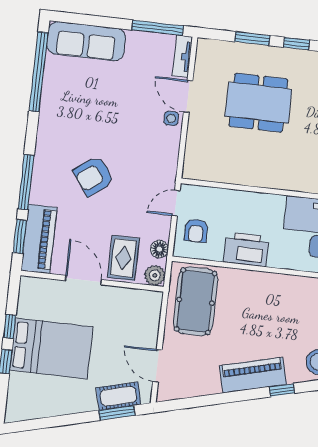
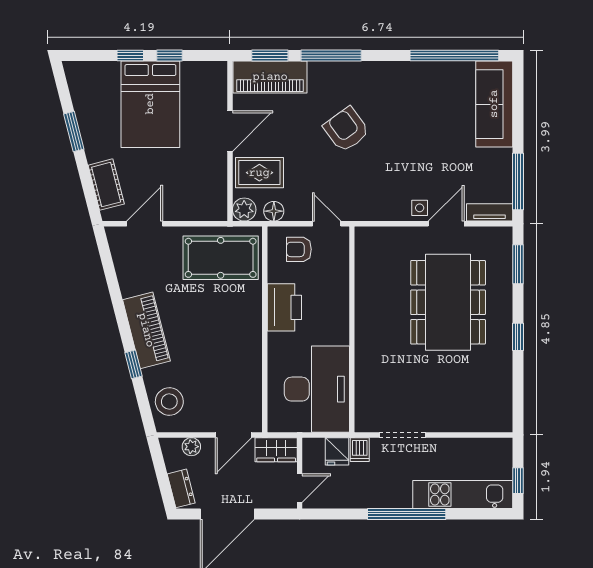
window: (252, 39) -> (518, 264), moved
dining table: (258, 103) -> (448, 302), width x1.36, depth x1.24
window: (117, 413) -> (74, 132), moved

